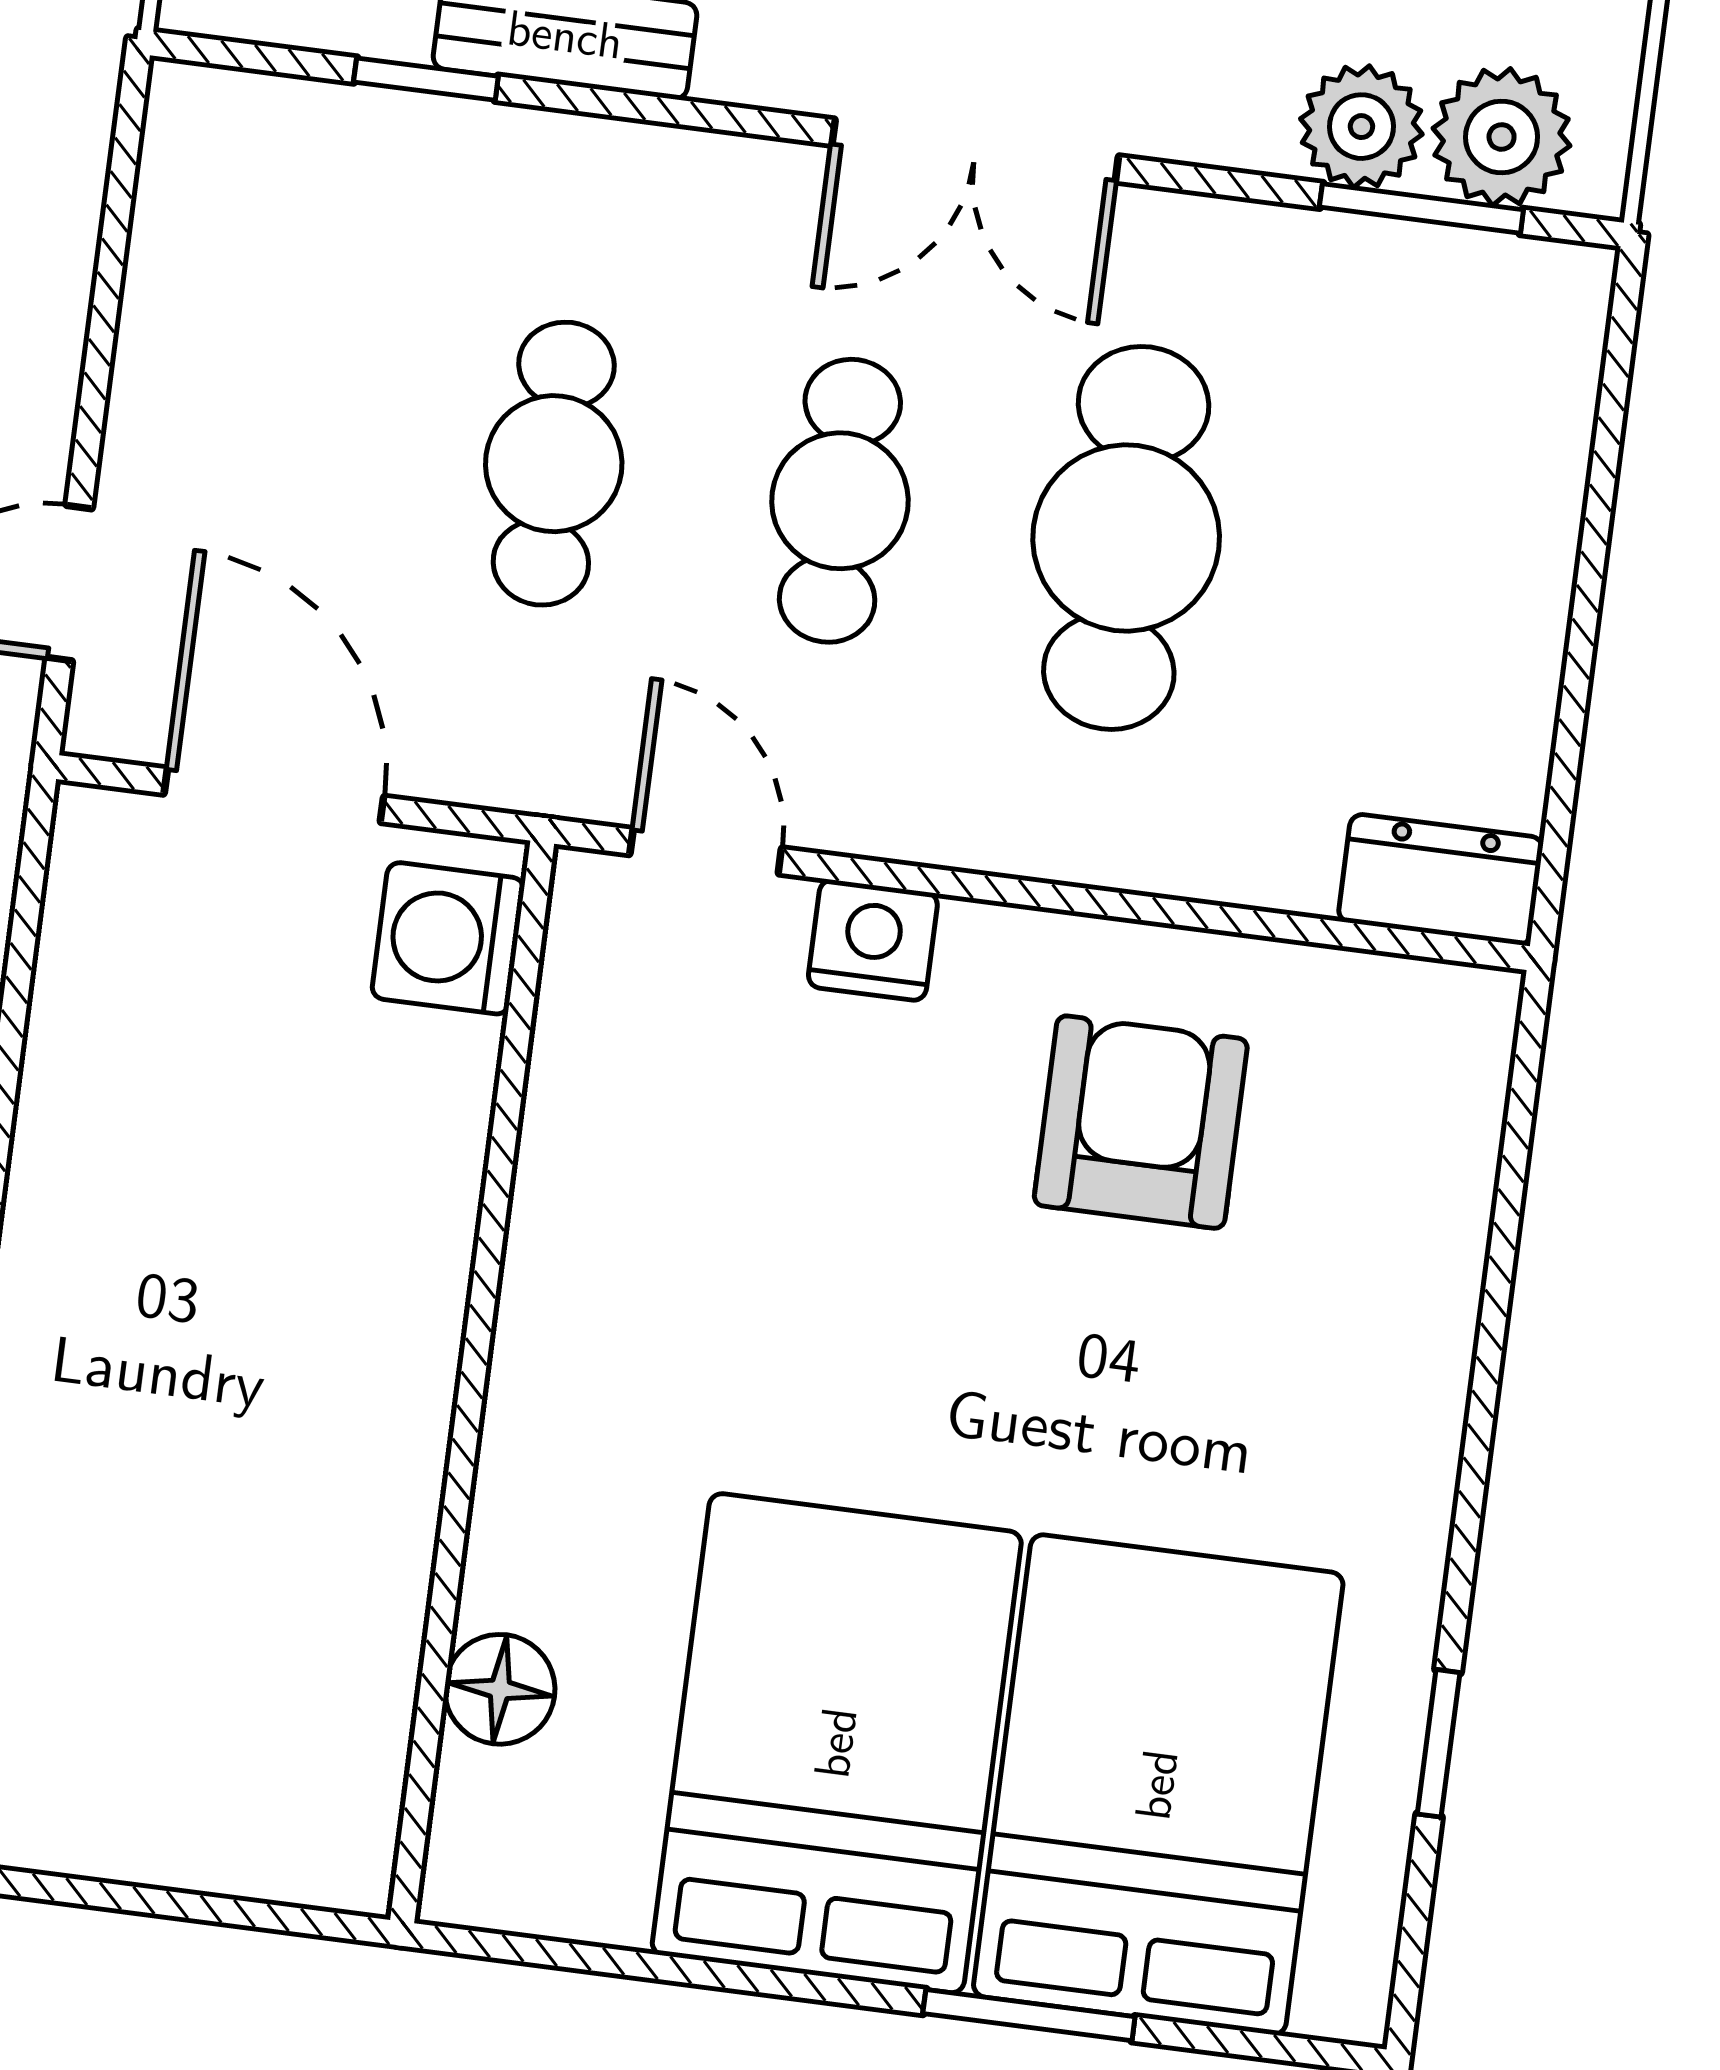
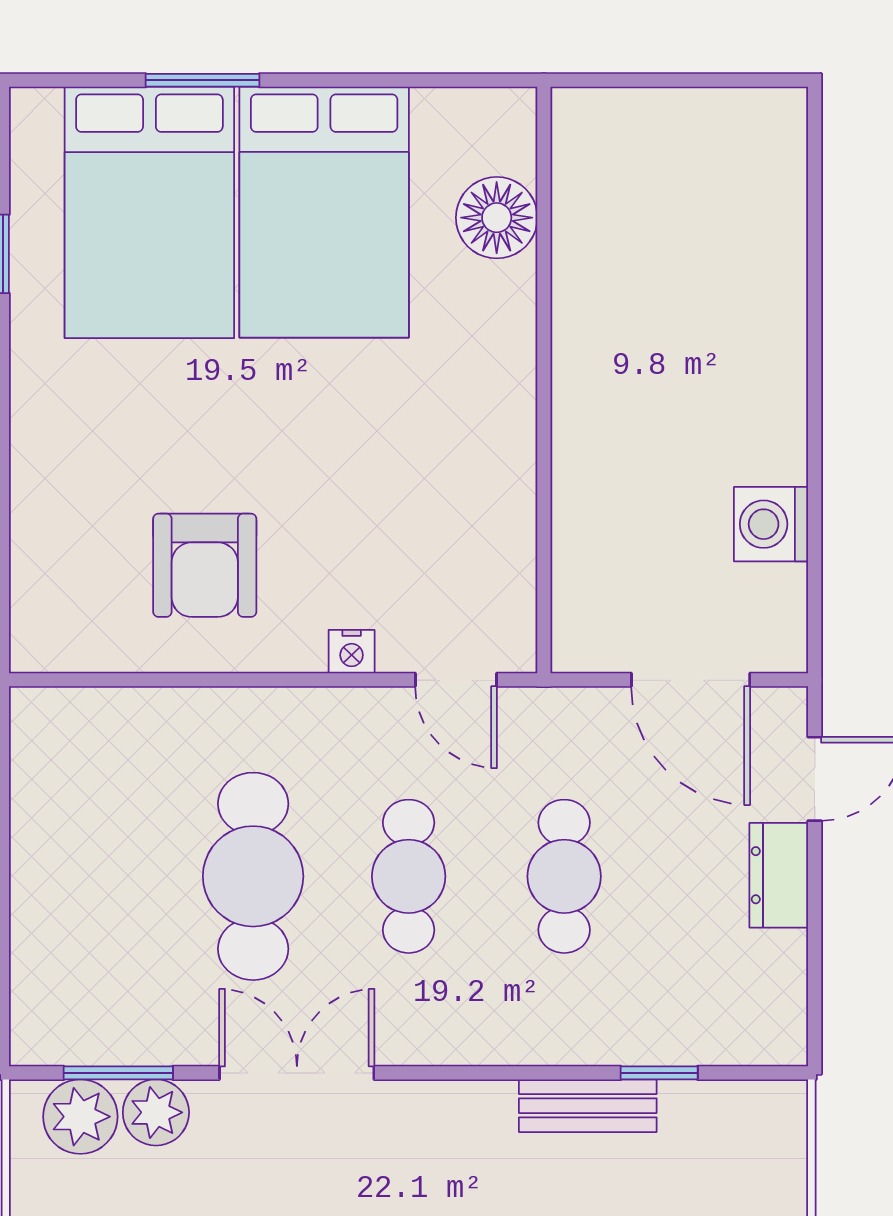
double door: (975, 150) -> (297, 1073), moved
dresser: (1441, 880) -> (779, 875), moved, turned 90
washing machine: (448, 938) -> (771, 524), moved, turned 180
nightstand: (873, 940) -> (352, 652), width x0.72, depth x0.74
floor lamp: (500, 1689) -> (497, 218), width x1.38, depth x1.38

